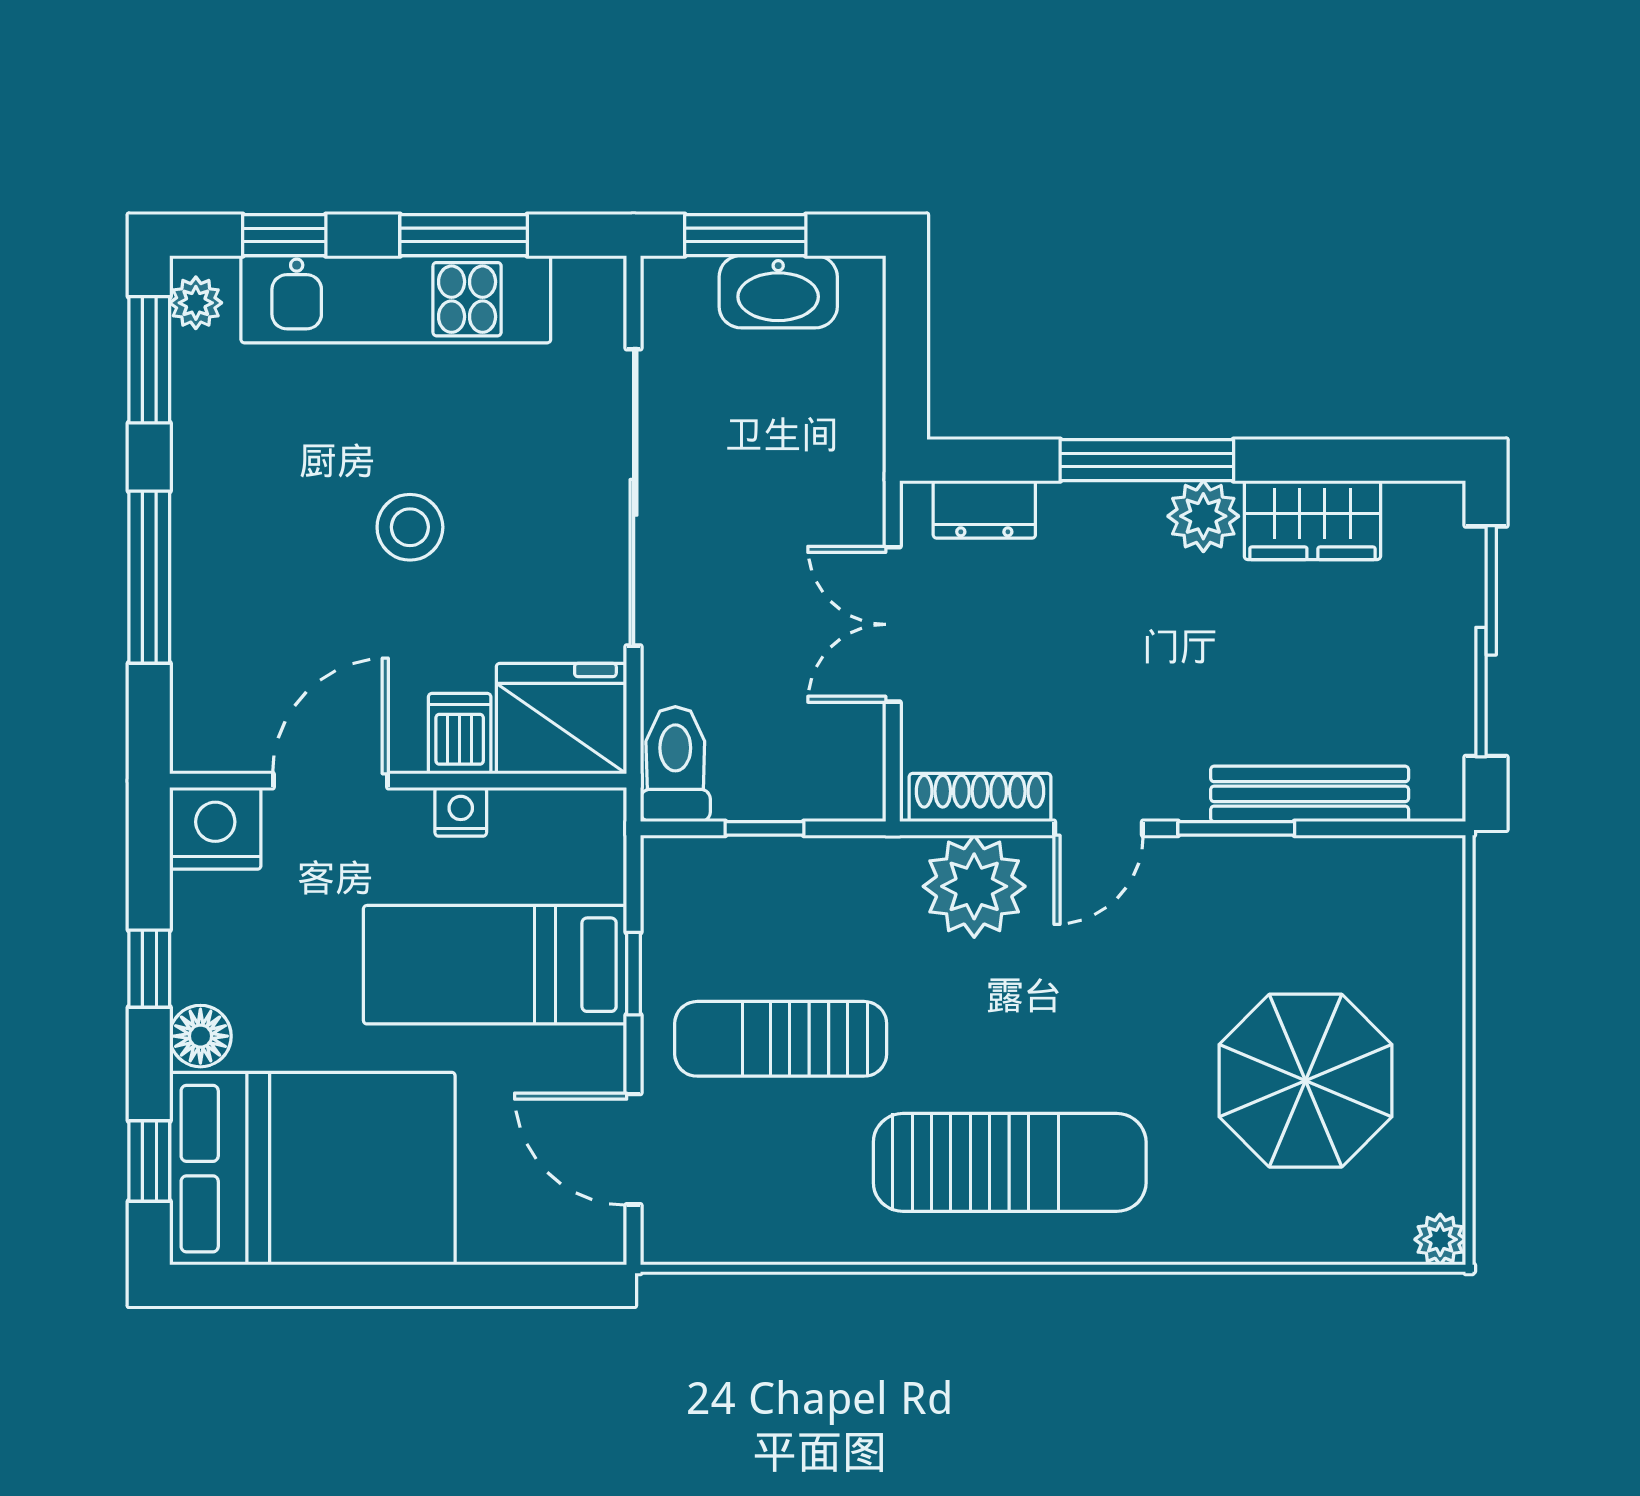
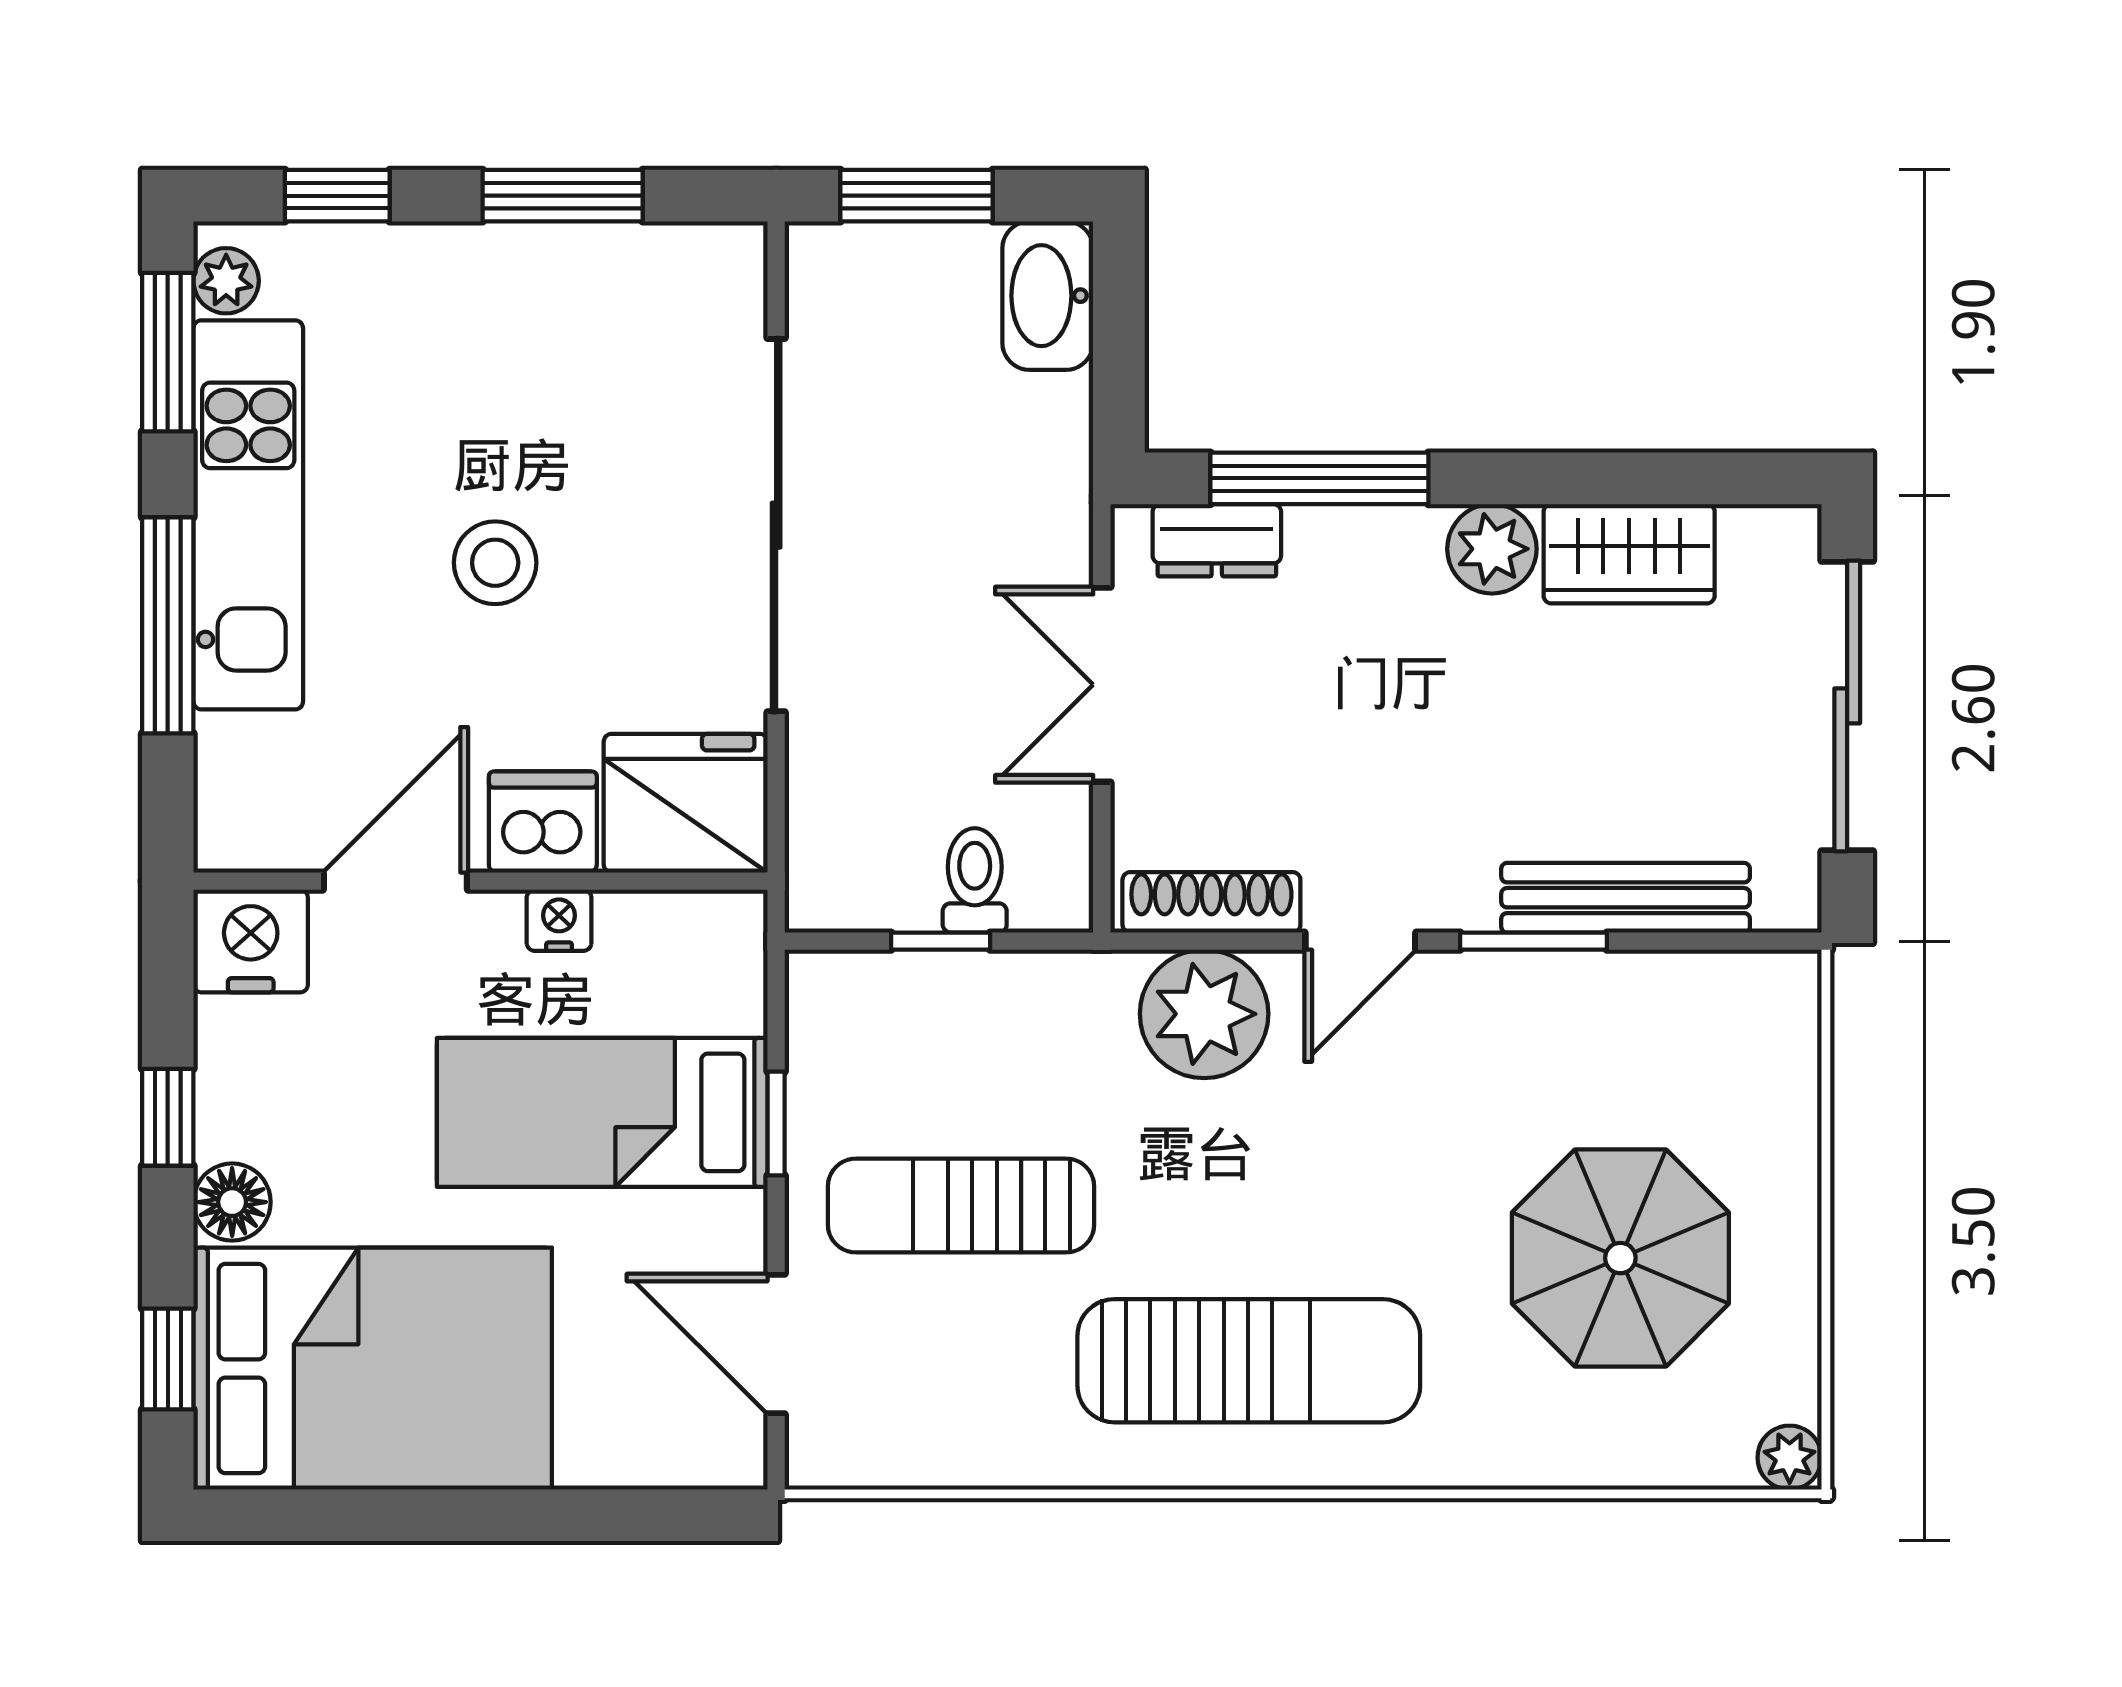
washbasin: (778, 292) -> (1048, 296), moved, turned 90
kitchen unit: (396, 299) -> (248, 515), moved, turned -90
window: (1147, 460) -> (1319, 478), moved
dishwasher: (460, 734) -> (543, 822), width x1.38
toilet: (675, 764) -> (975, 880), moved, width x0.73, depth x0.72

